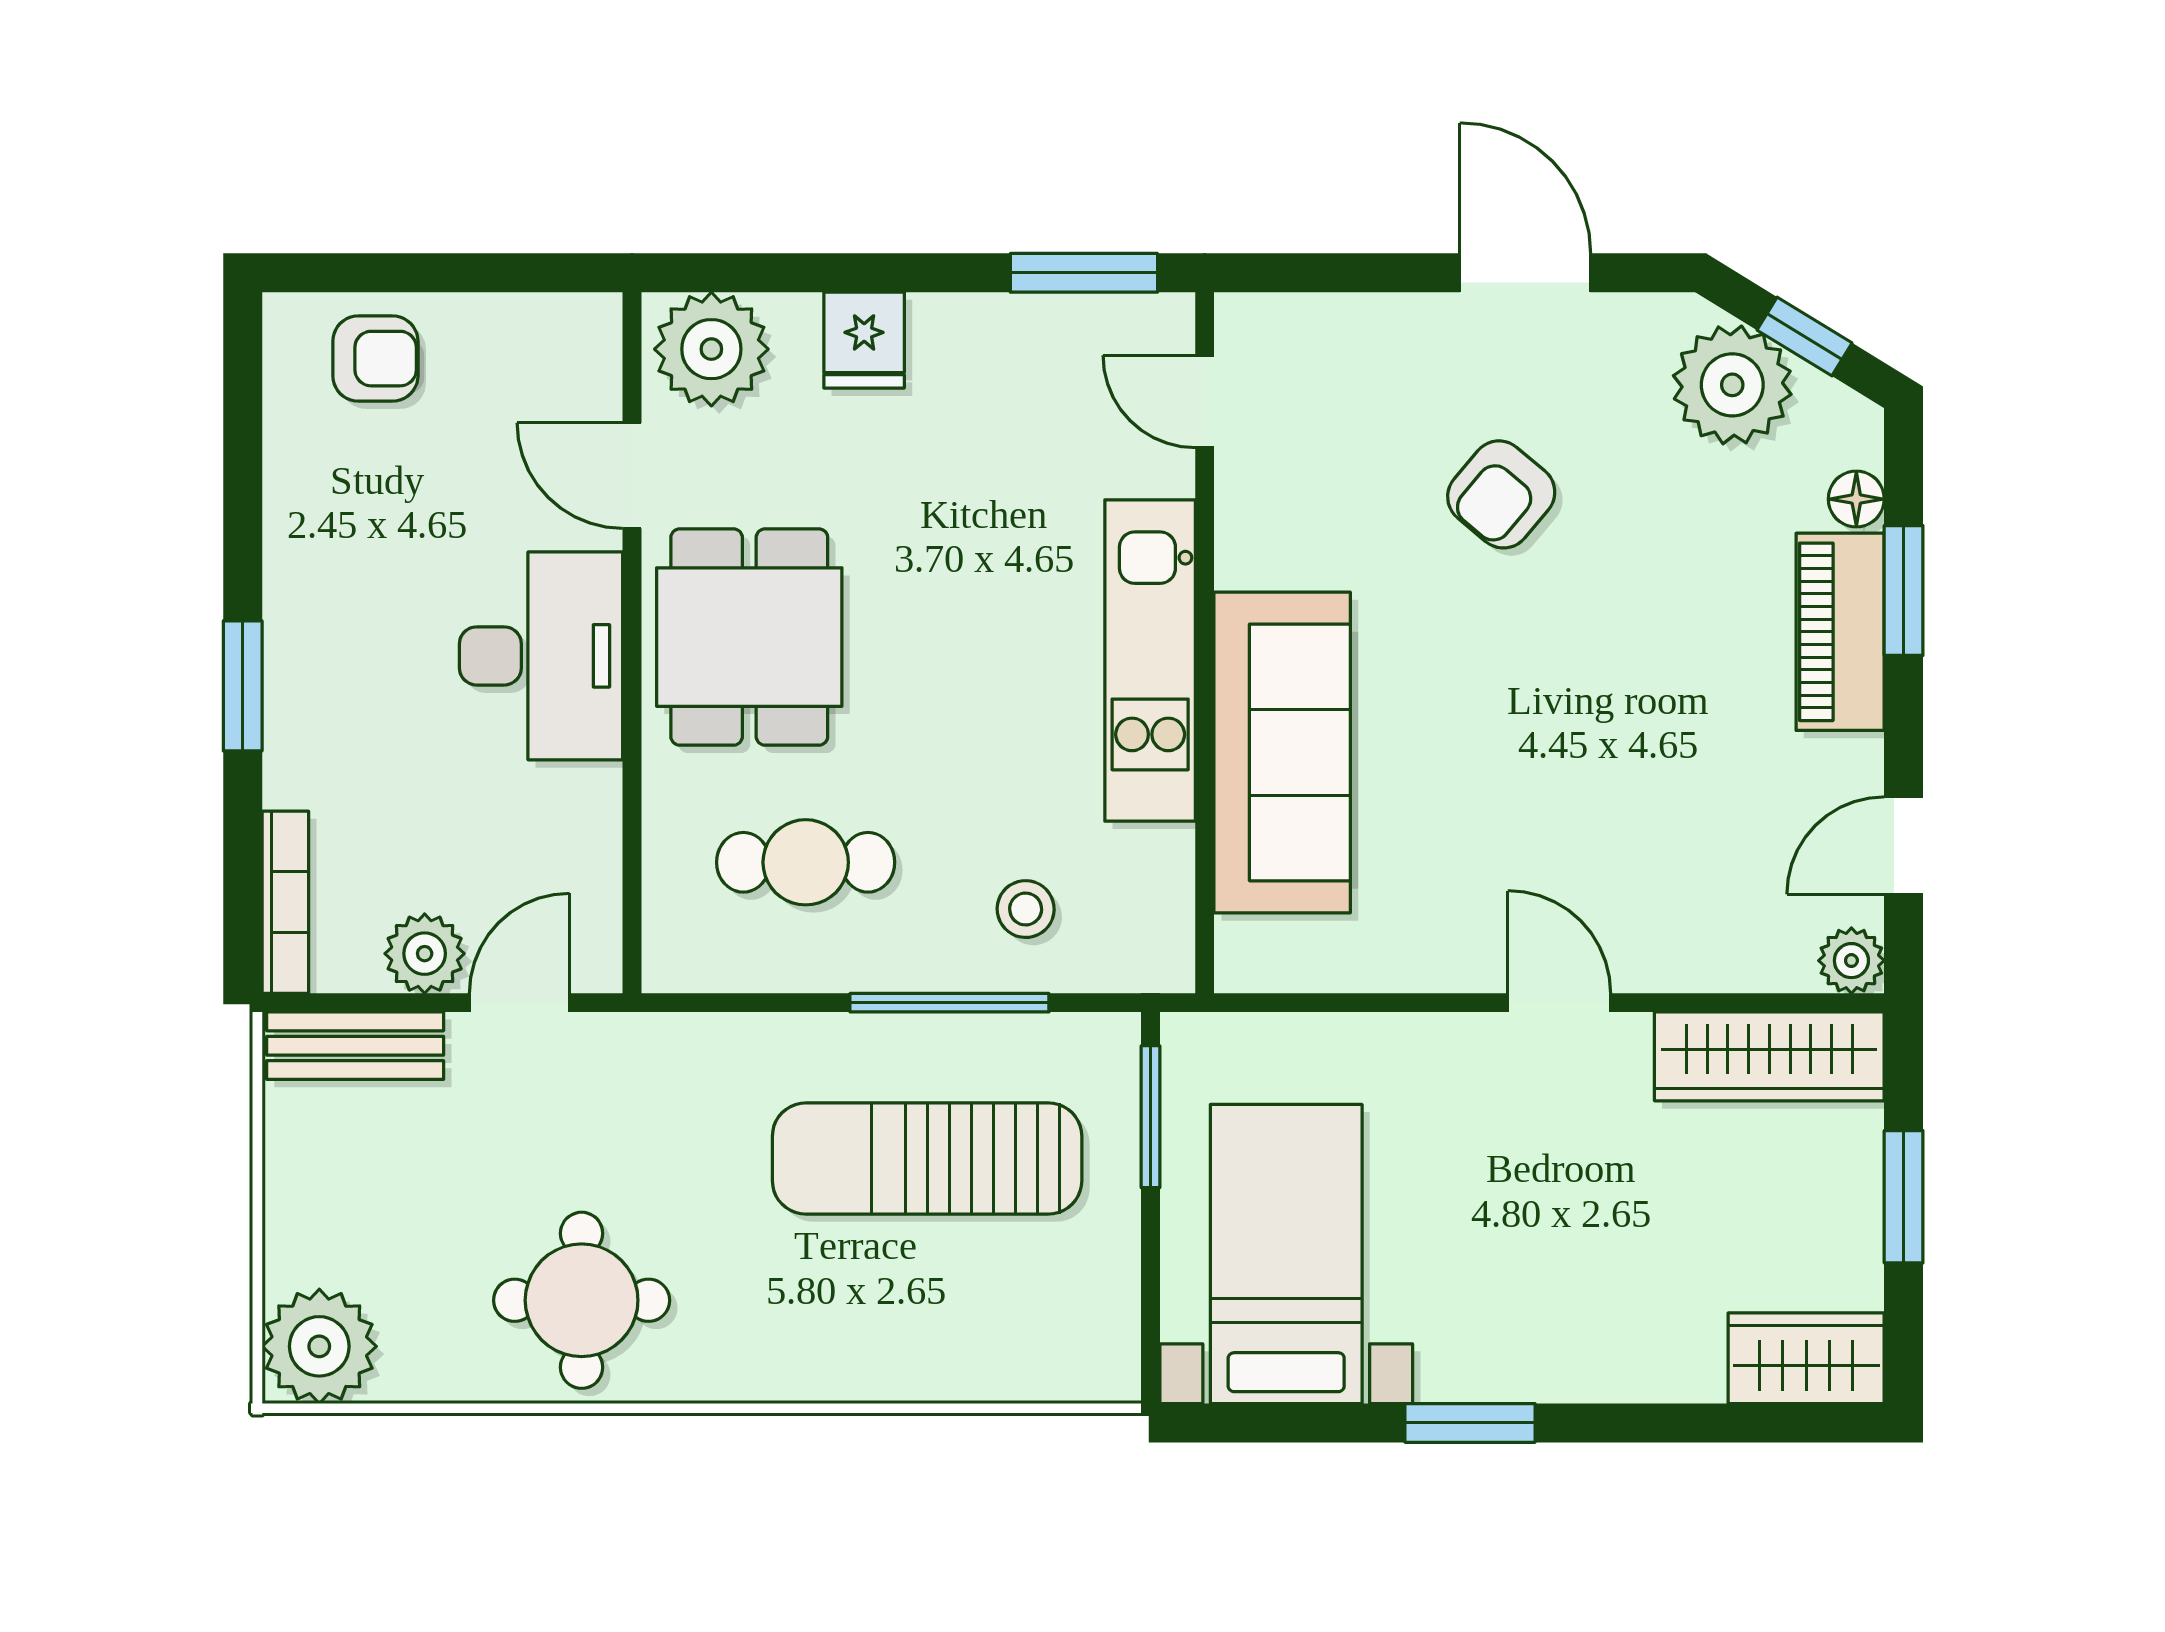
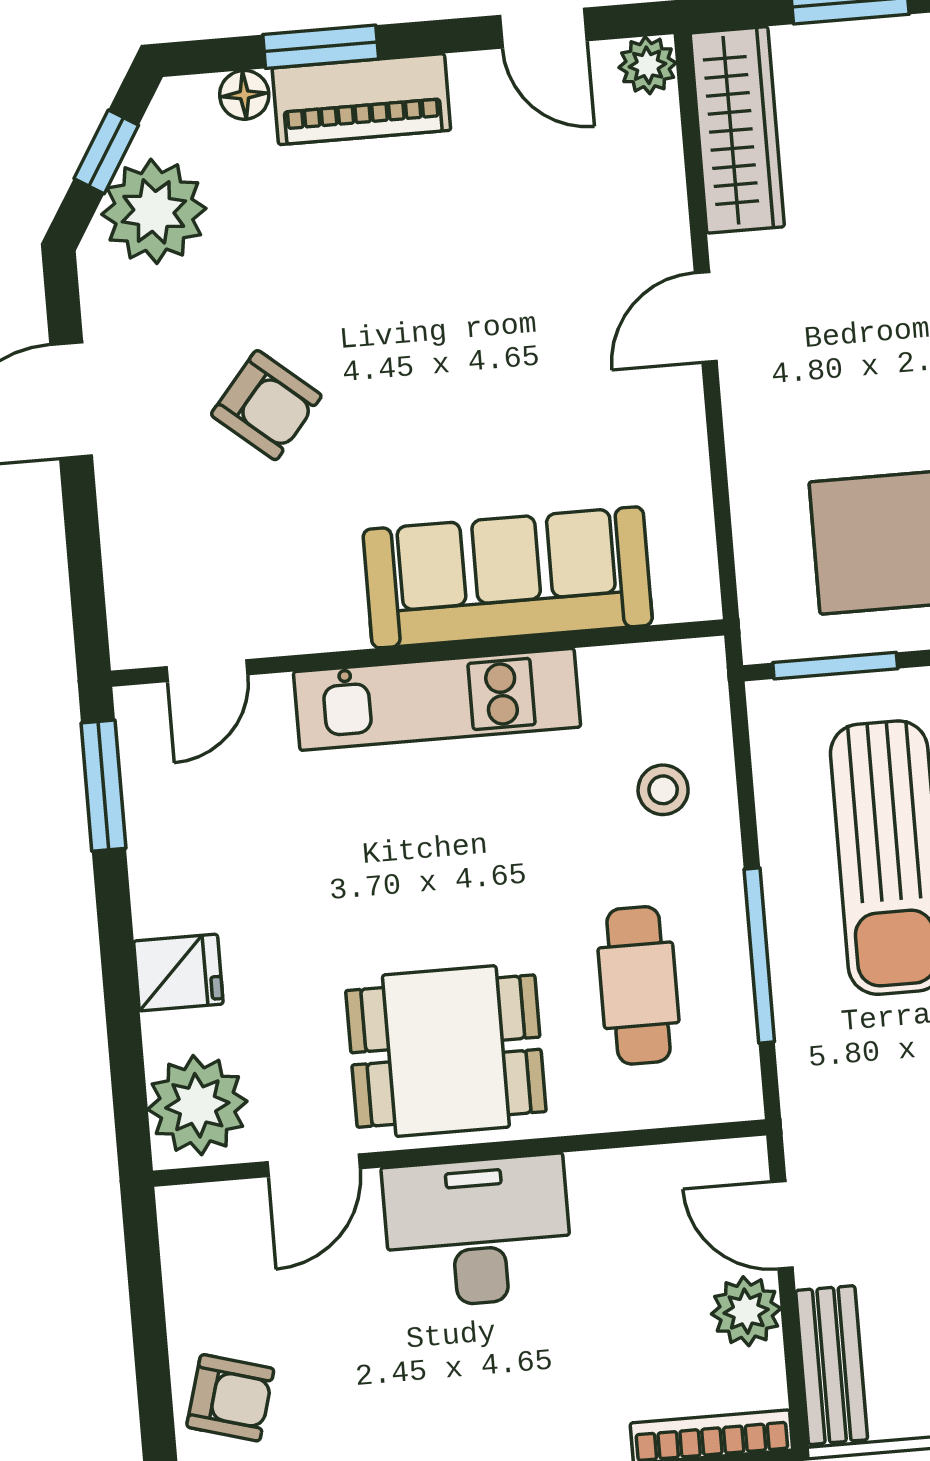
armchair: (375, 359) -> (230, 1398), turned 106
window: (949, 1003) -> (759, 956), moved

